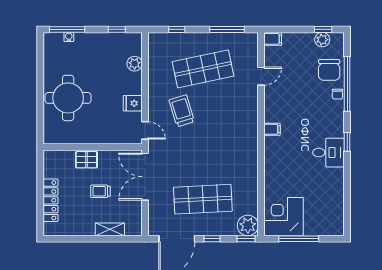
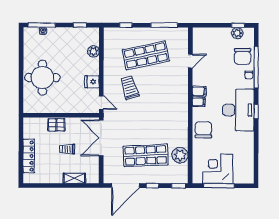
filing cabinet: (273, 39) -> (199, 91), moved
desk: (328, 153) -> (238, 110), width x1.87, depth x1.30
chair: (278, 166) -> (203, 130), added
corner desk: (284, 217) -> (218, 169), moved
plant: (248, 225) -> (180, 155), moved

